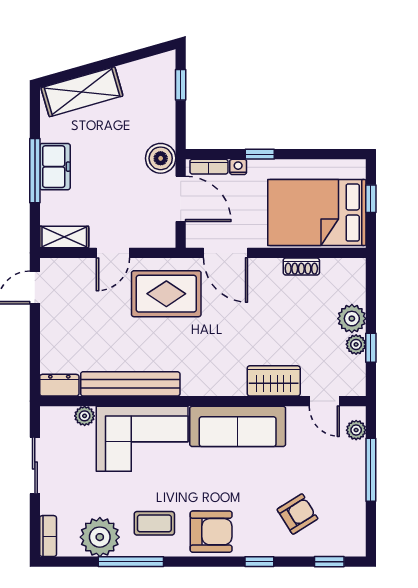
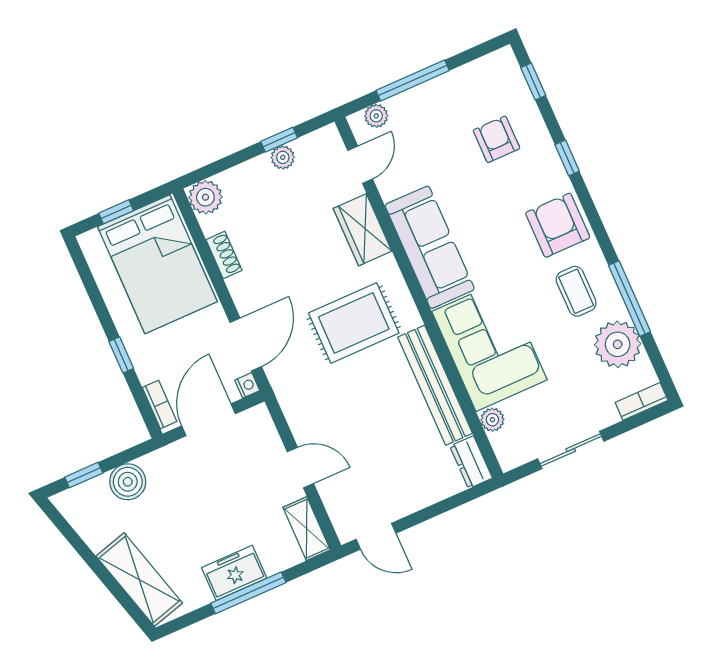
boiler: (161, 158) -> (128, 482), moved
nightstand: (238, 167) -> (247, 385), moved, turned 180
rug: (166, 294) -> (354, 323), moved, turned 90
plant: (352, 319) -> (205, 197), moved
armchair: (297, 514) -> (497, 139), turned 32

